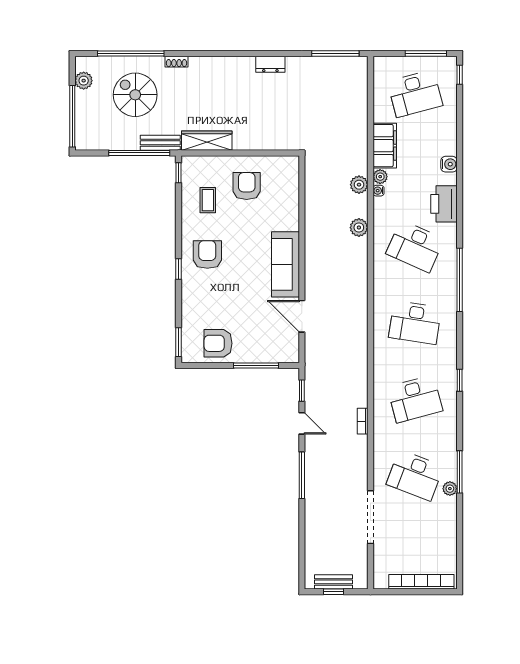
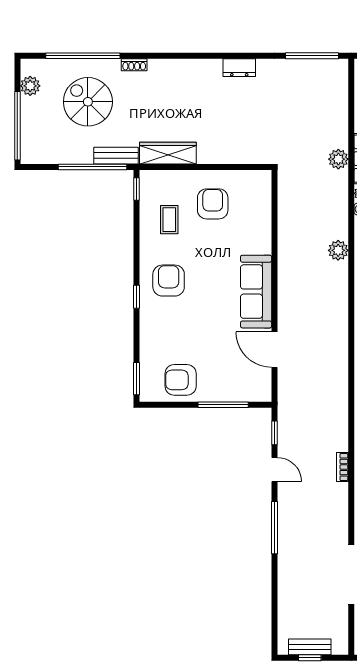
plant: (359, 185) -> (338, 159), moved

